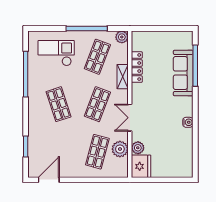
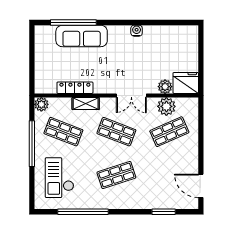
shop shelf: (97, 152) -> (169, 132), turned -39

